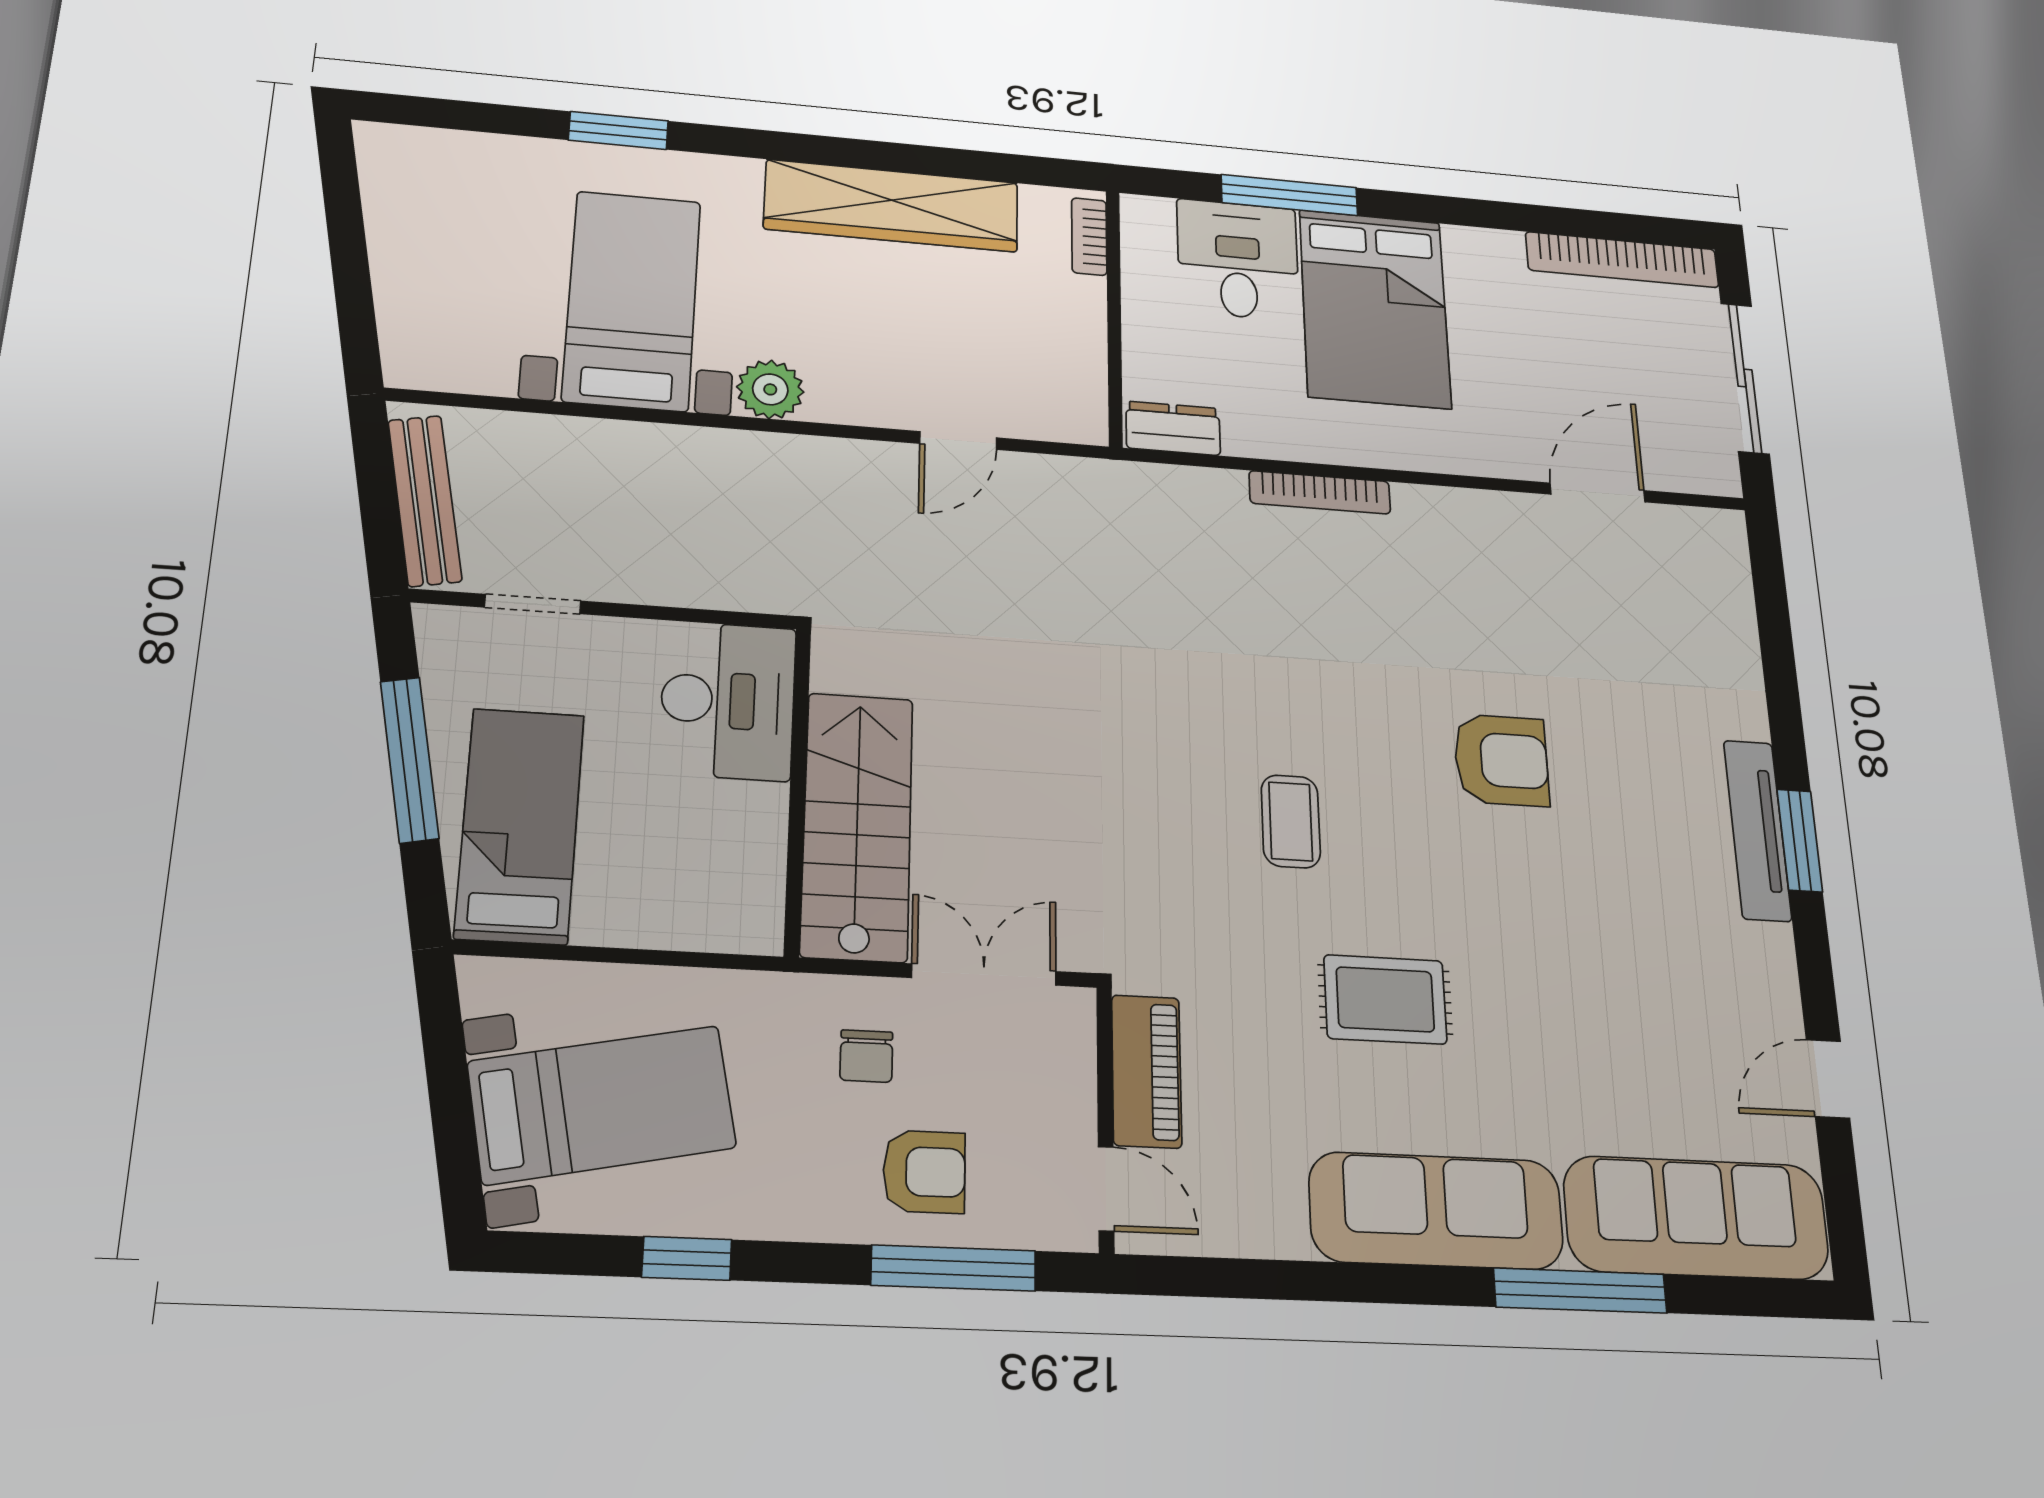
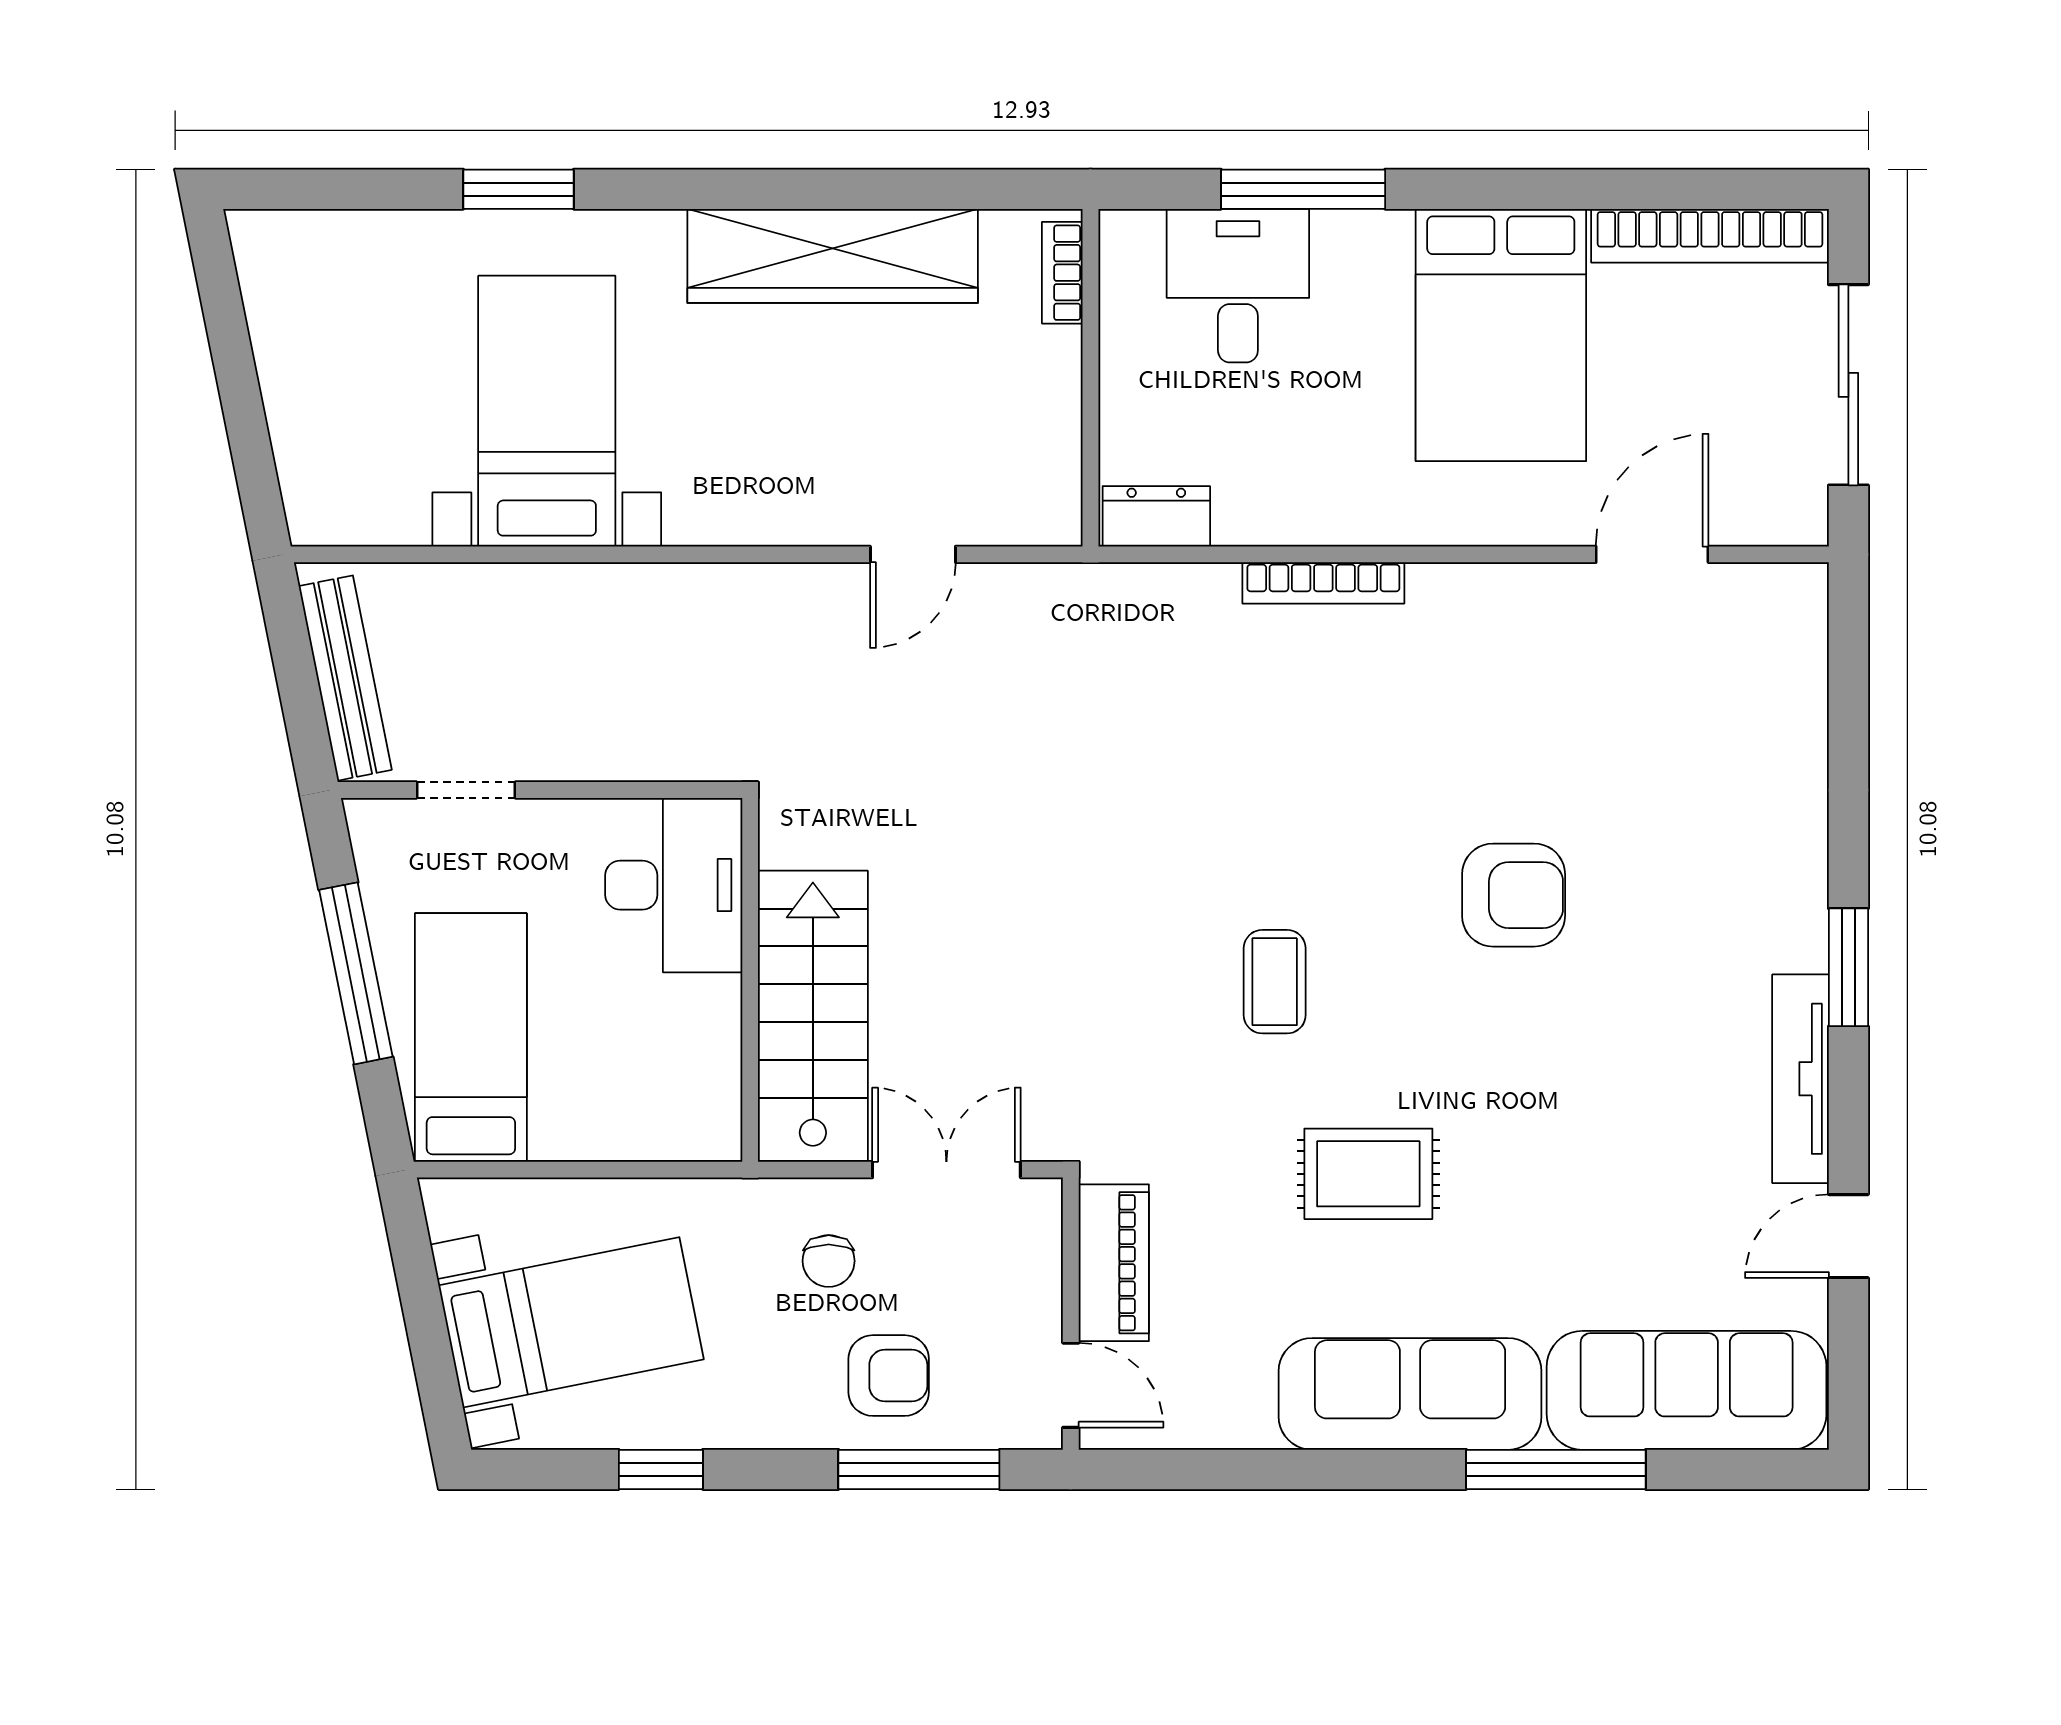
bed: (1375, 308) -> (1501, 335), moved
plant: (770, 389) -> (704, 509), removed
tv unit: (1757, 830) -> (1801, 1079), moved

